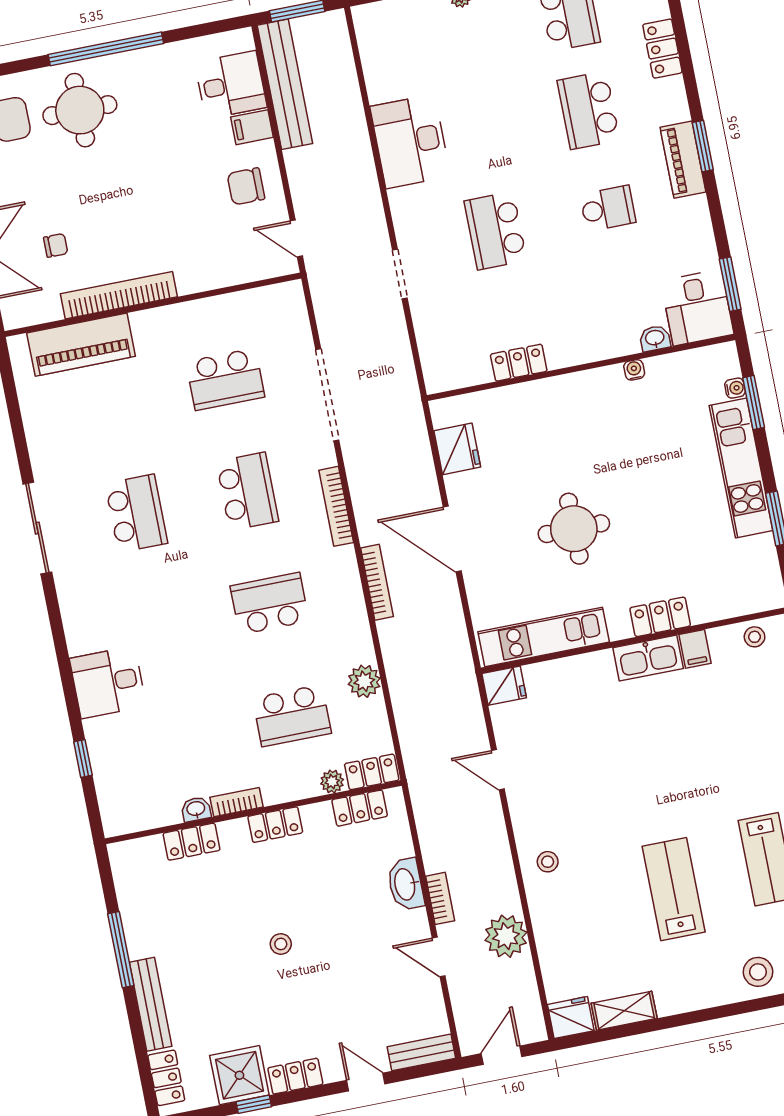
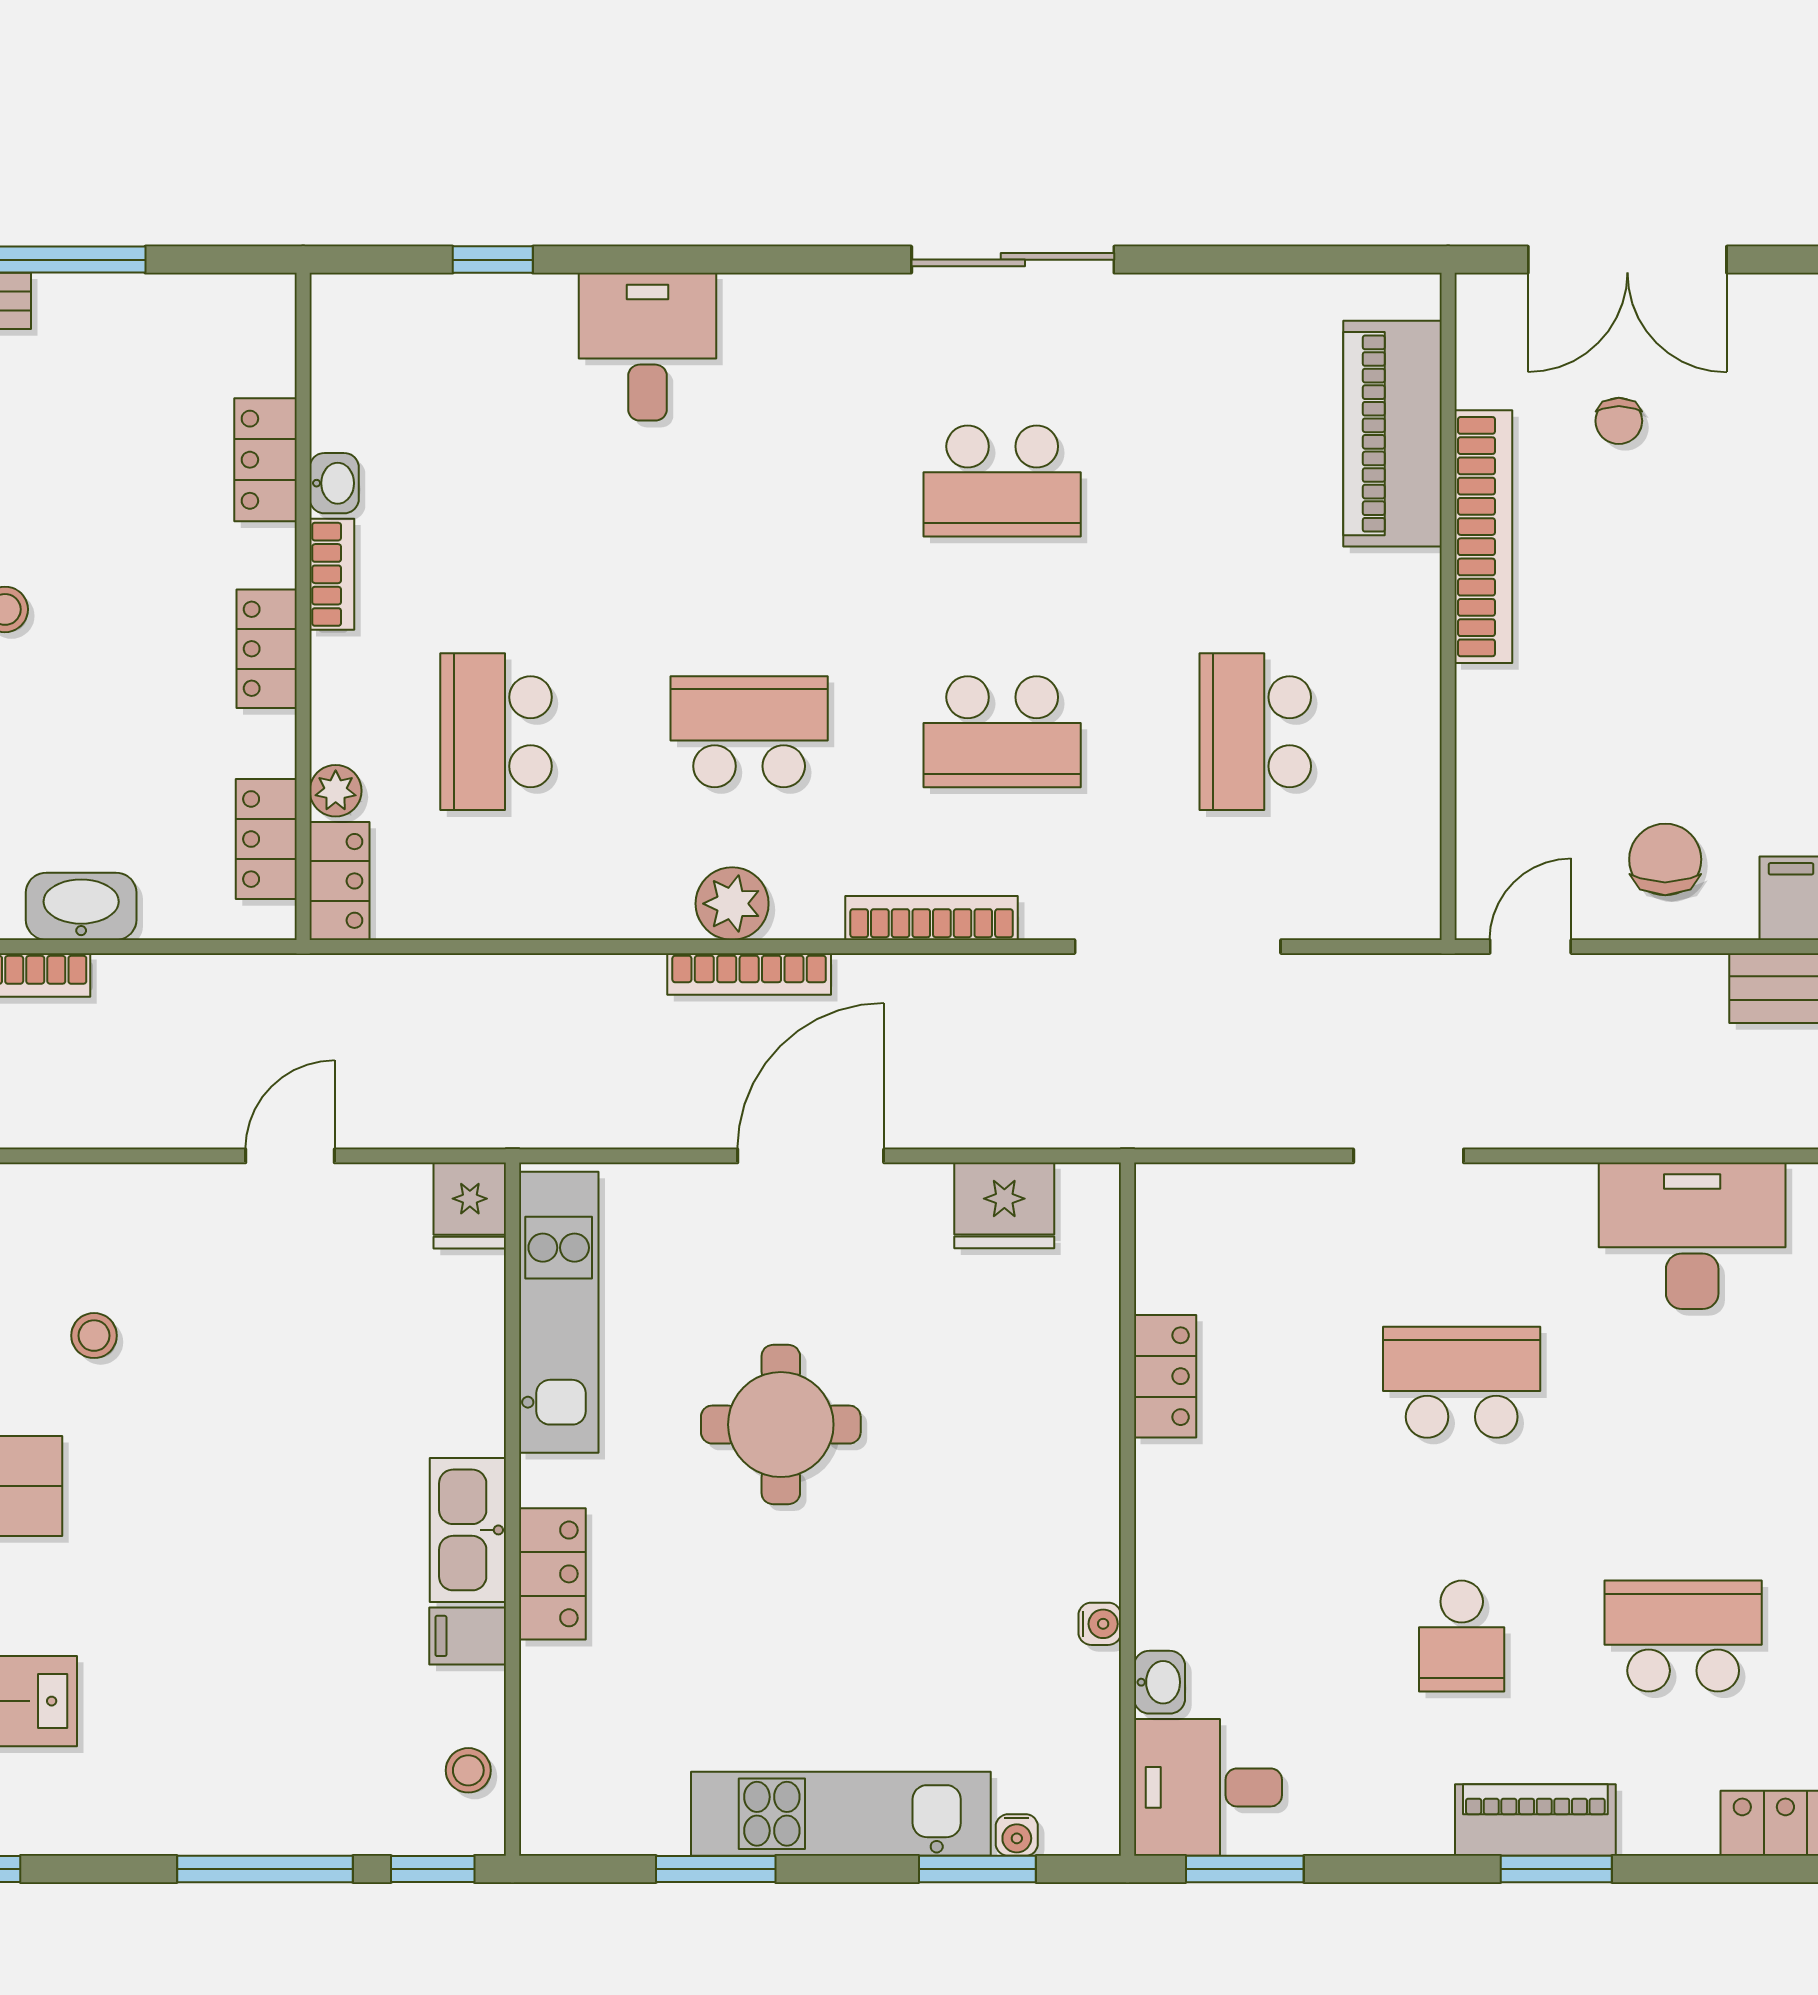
school desk: (270, 604) -> (749, 732), turned -90
plant: (364, 681) -> (732, 904), moved
stool: (548, 862) -> (94, 1336), moved

